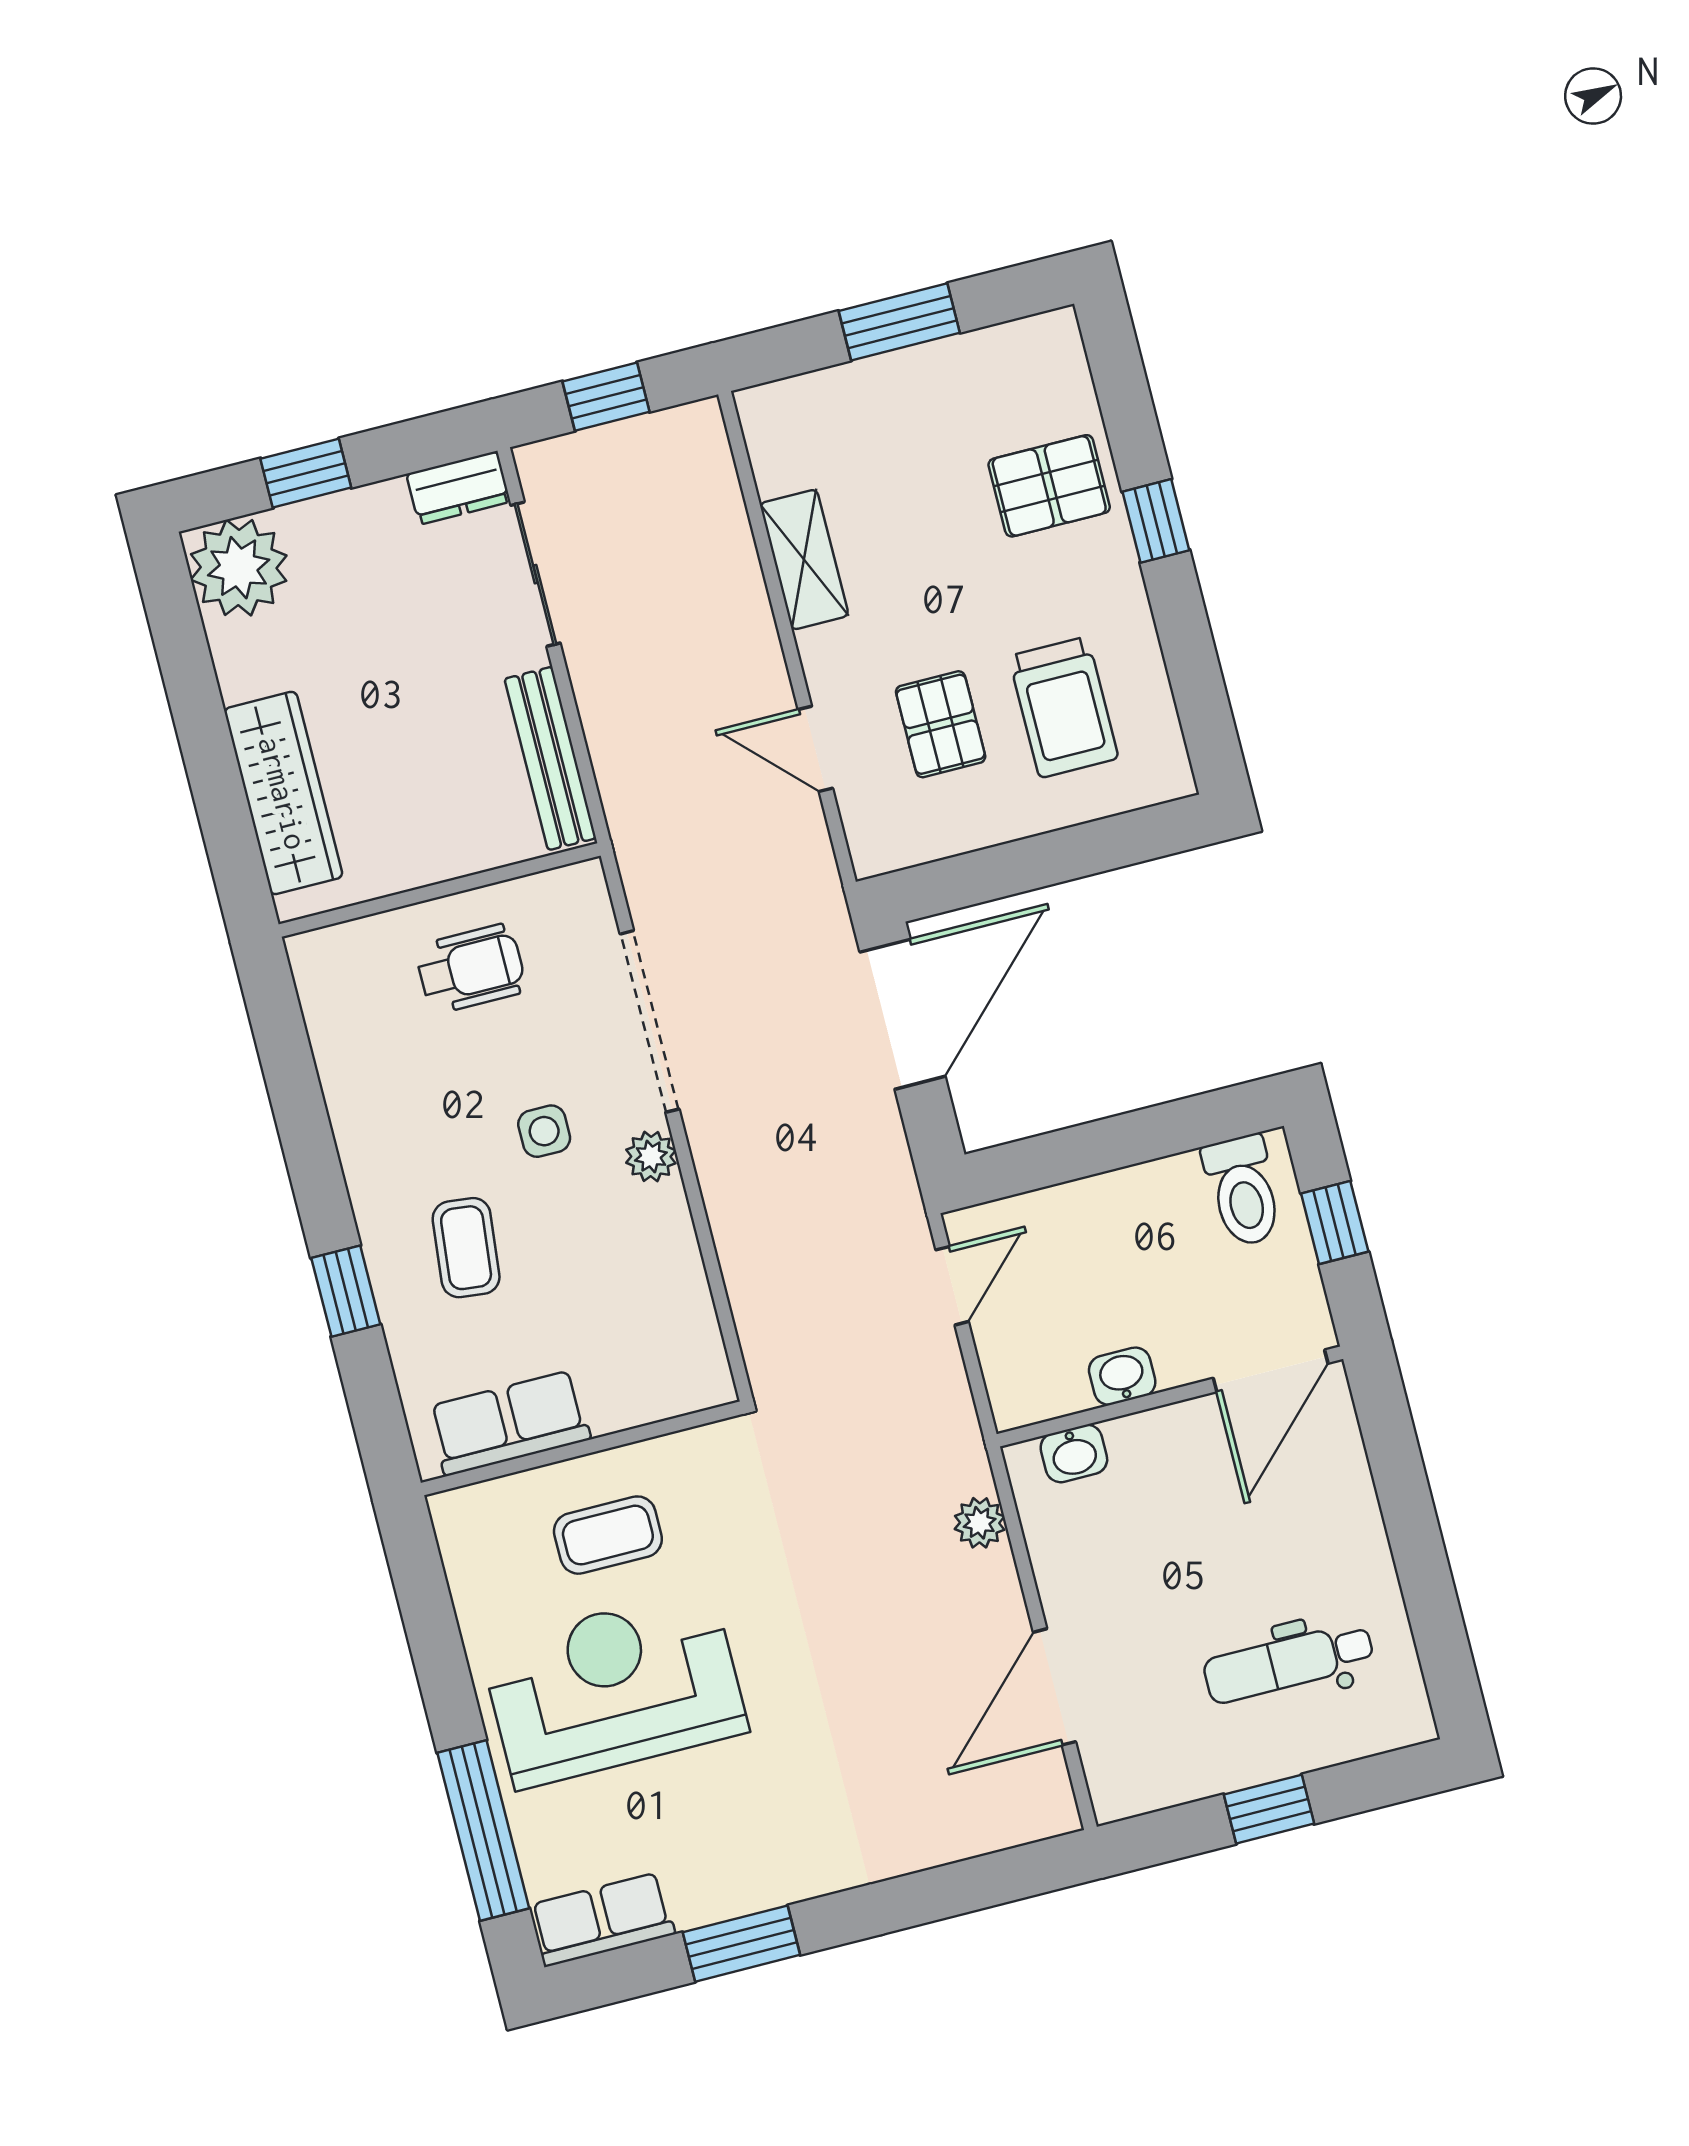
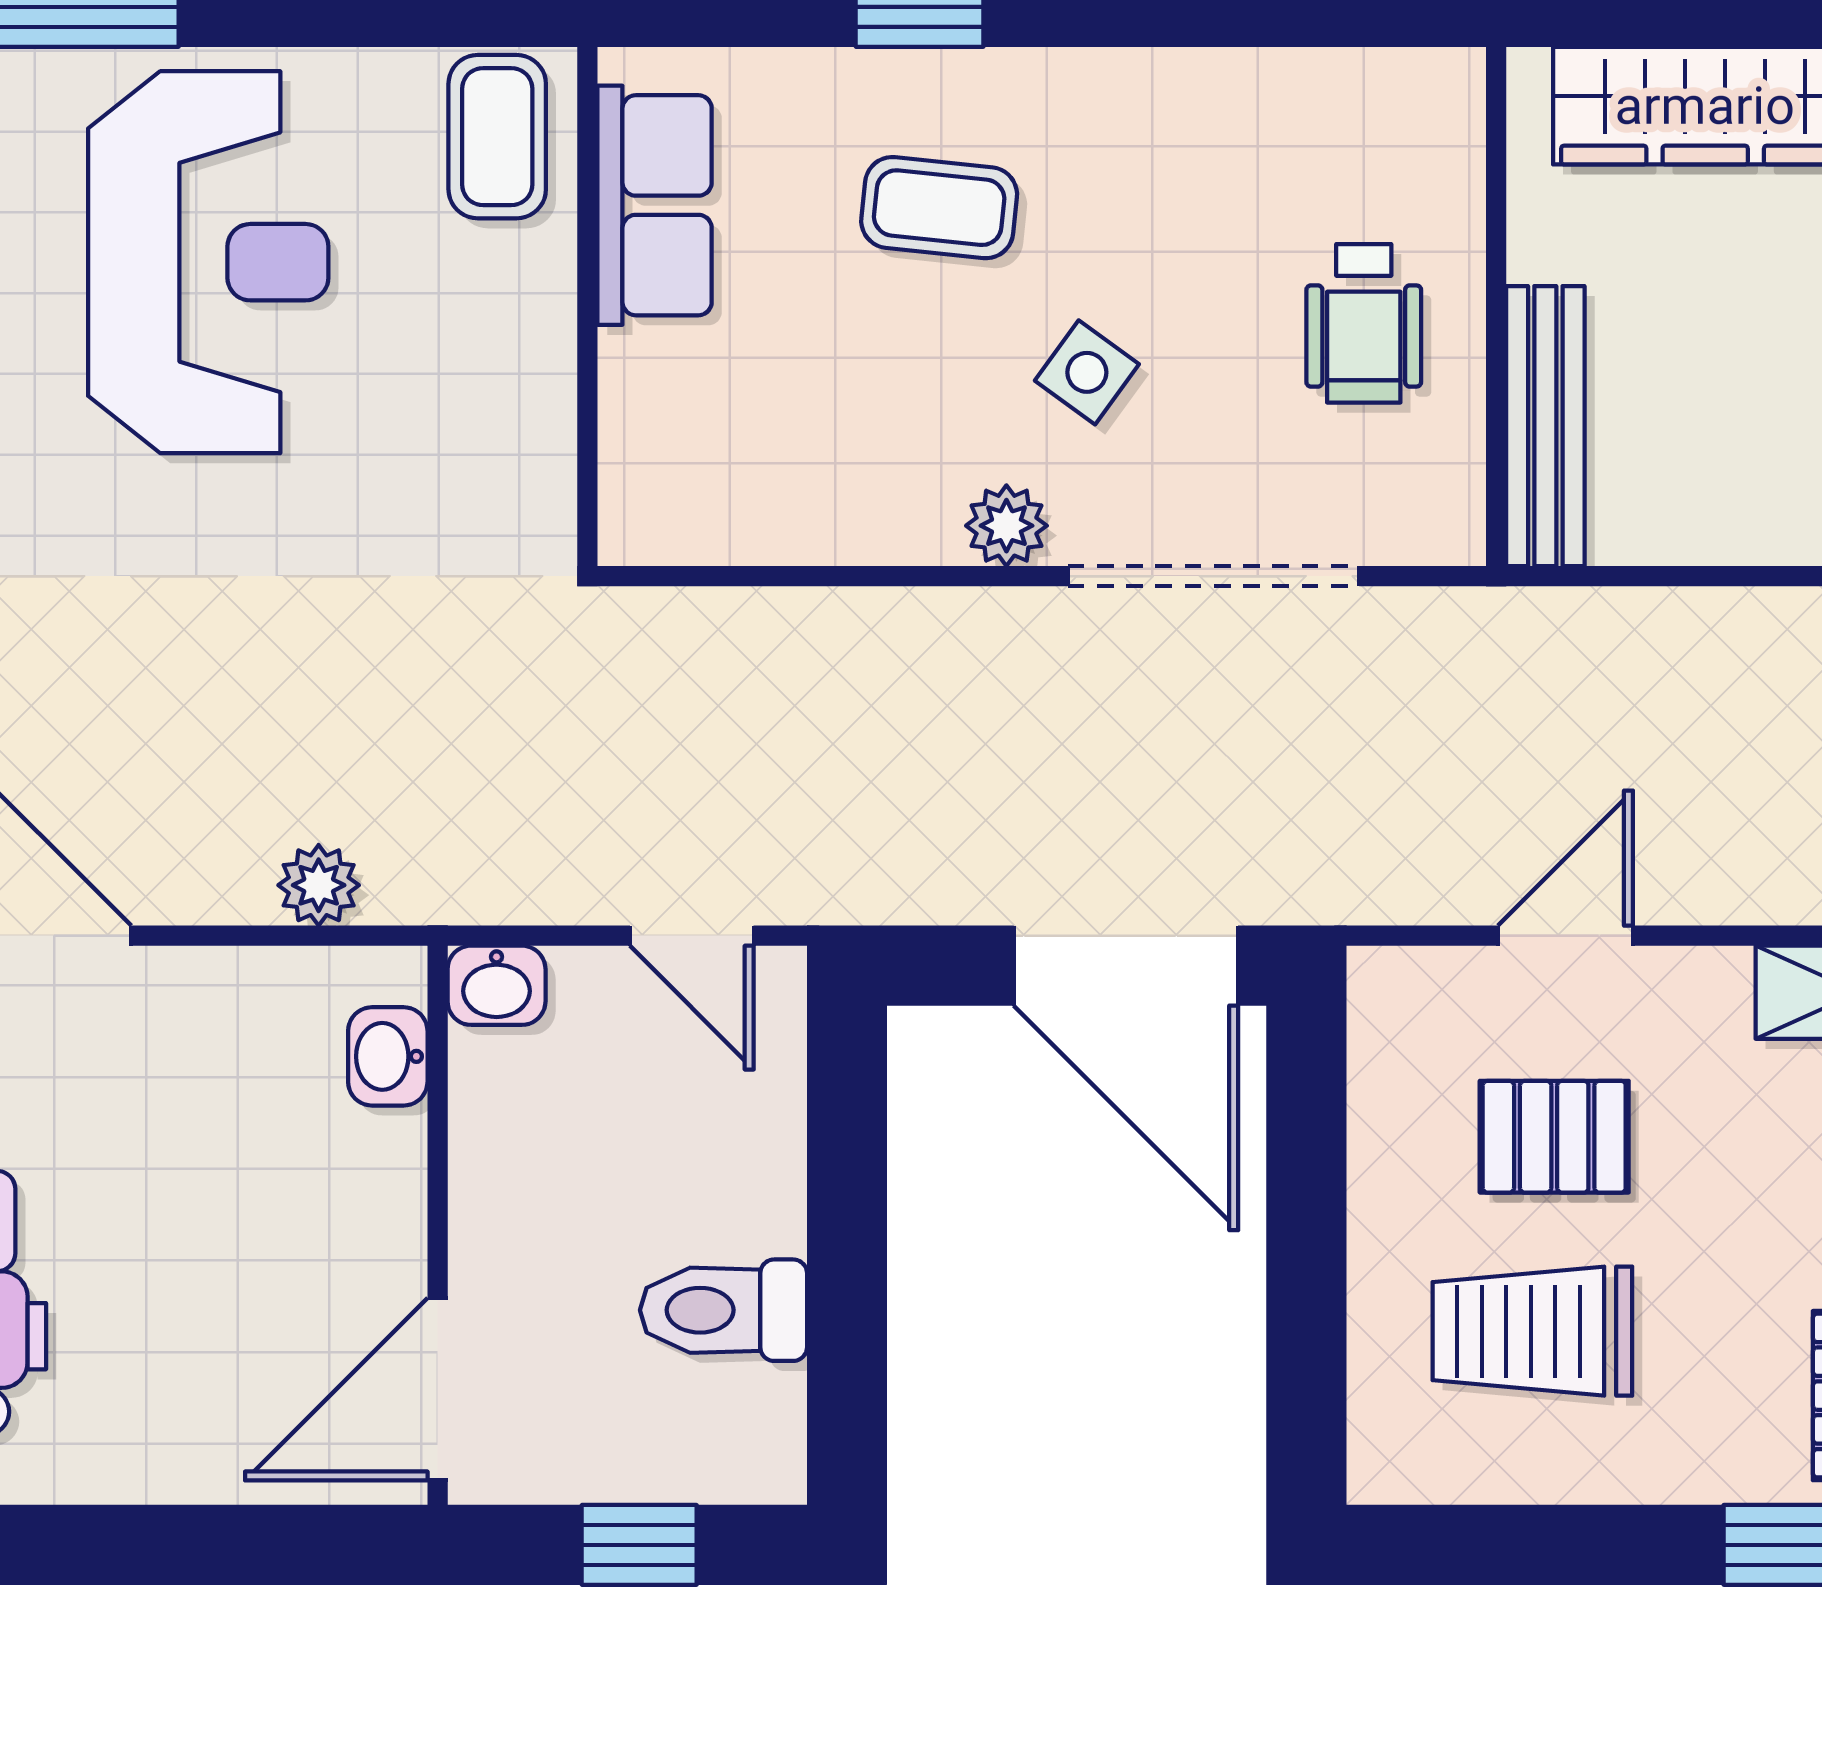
bench: (550, 758) -> (1545, 426), moved, turned 90
side table: (544, 1131) -> (1087, 372), turned 36
toilet: (1243, 1191) -> (723, 1310), moved
door: (1271, 1371) -> (438, 1389), hinge flipped
washbasin: (1122, 1376) -> (497, 985), moved, turned 90
coffee table: (608, 1535) -> (497, 137), moved

